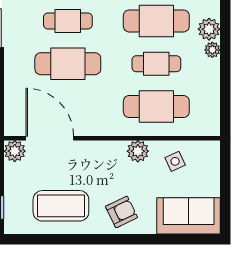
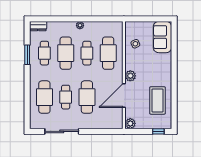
plant: (209, 29) -> (70, 27), removed
door: (50, 138) -> (124, 95), moved
plant: (138, 151) -> (130, 76), moved
armchair: (121, 212) -> (161, 70), removed

